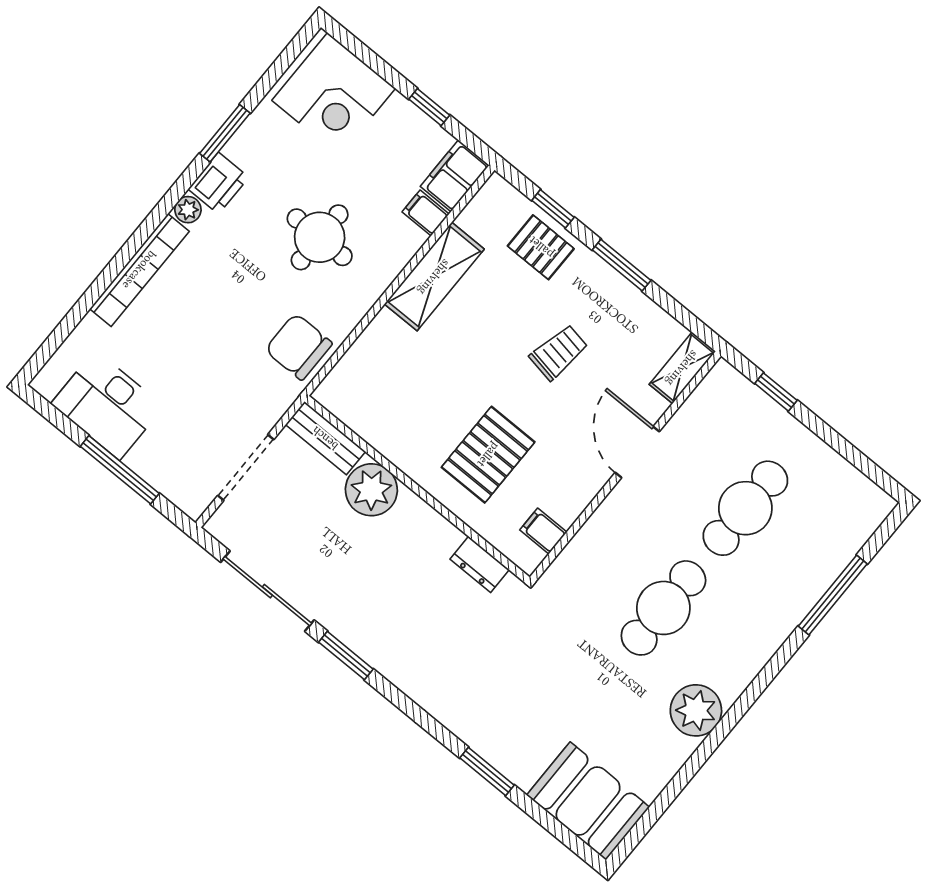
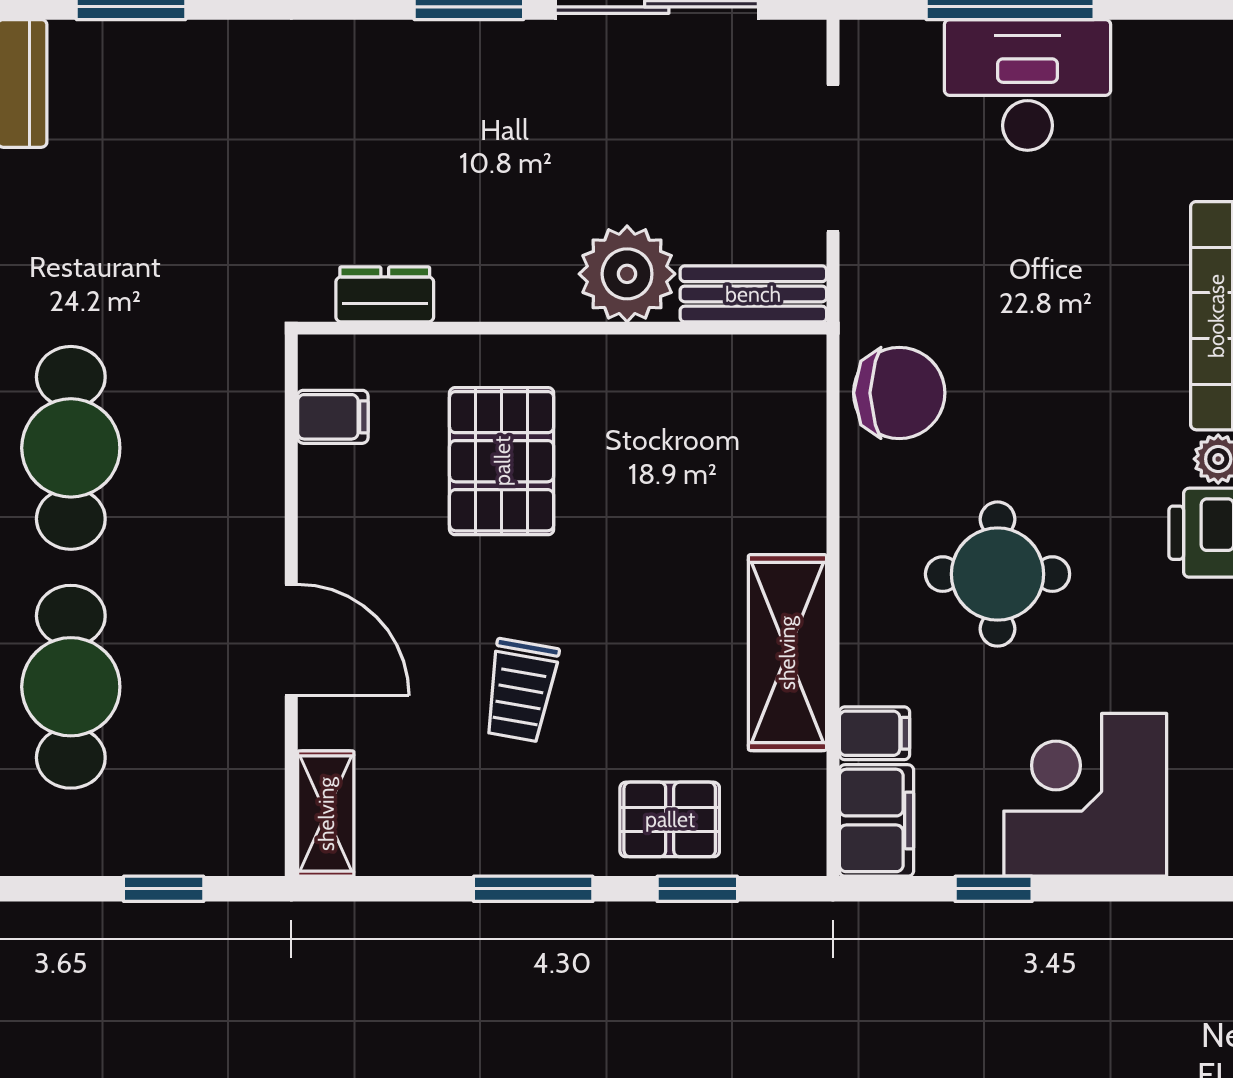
corner desk: (334, 94) -> (1085, 795), moved
desk: (107, 405) -> (1028, 85), moved

